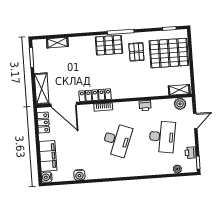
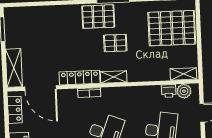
shelving: (57, 43) -> (114, 77), moved
pallet: (136, 52) -> (115, 43), moved, turned 90
printer: (145, 106) -> (169, 91), moved

